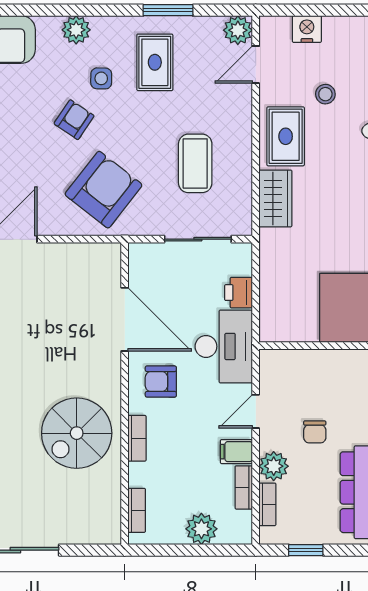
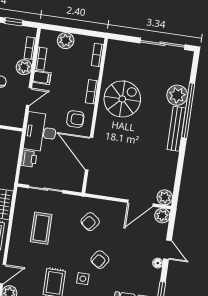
armchair: (104, 190) -> (90, 222), width x0.53, depth x0.53

